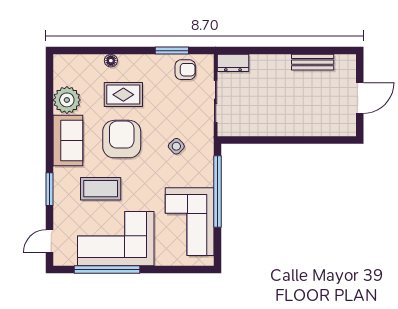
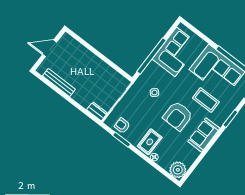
bench: (313, 62) -> (59, 83), width x1.36
rug: (123, 95) -> (150, 142), moved, turned 90
plant: (67, 100) -> (178, 170), moved

